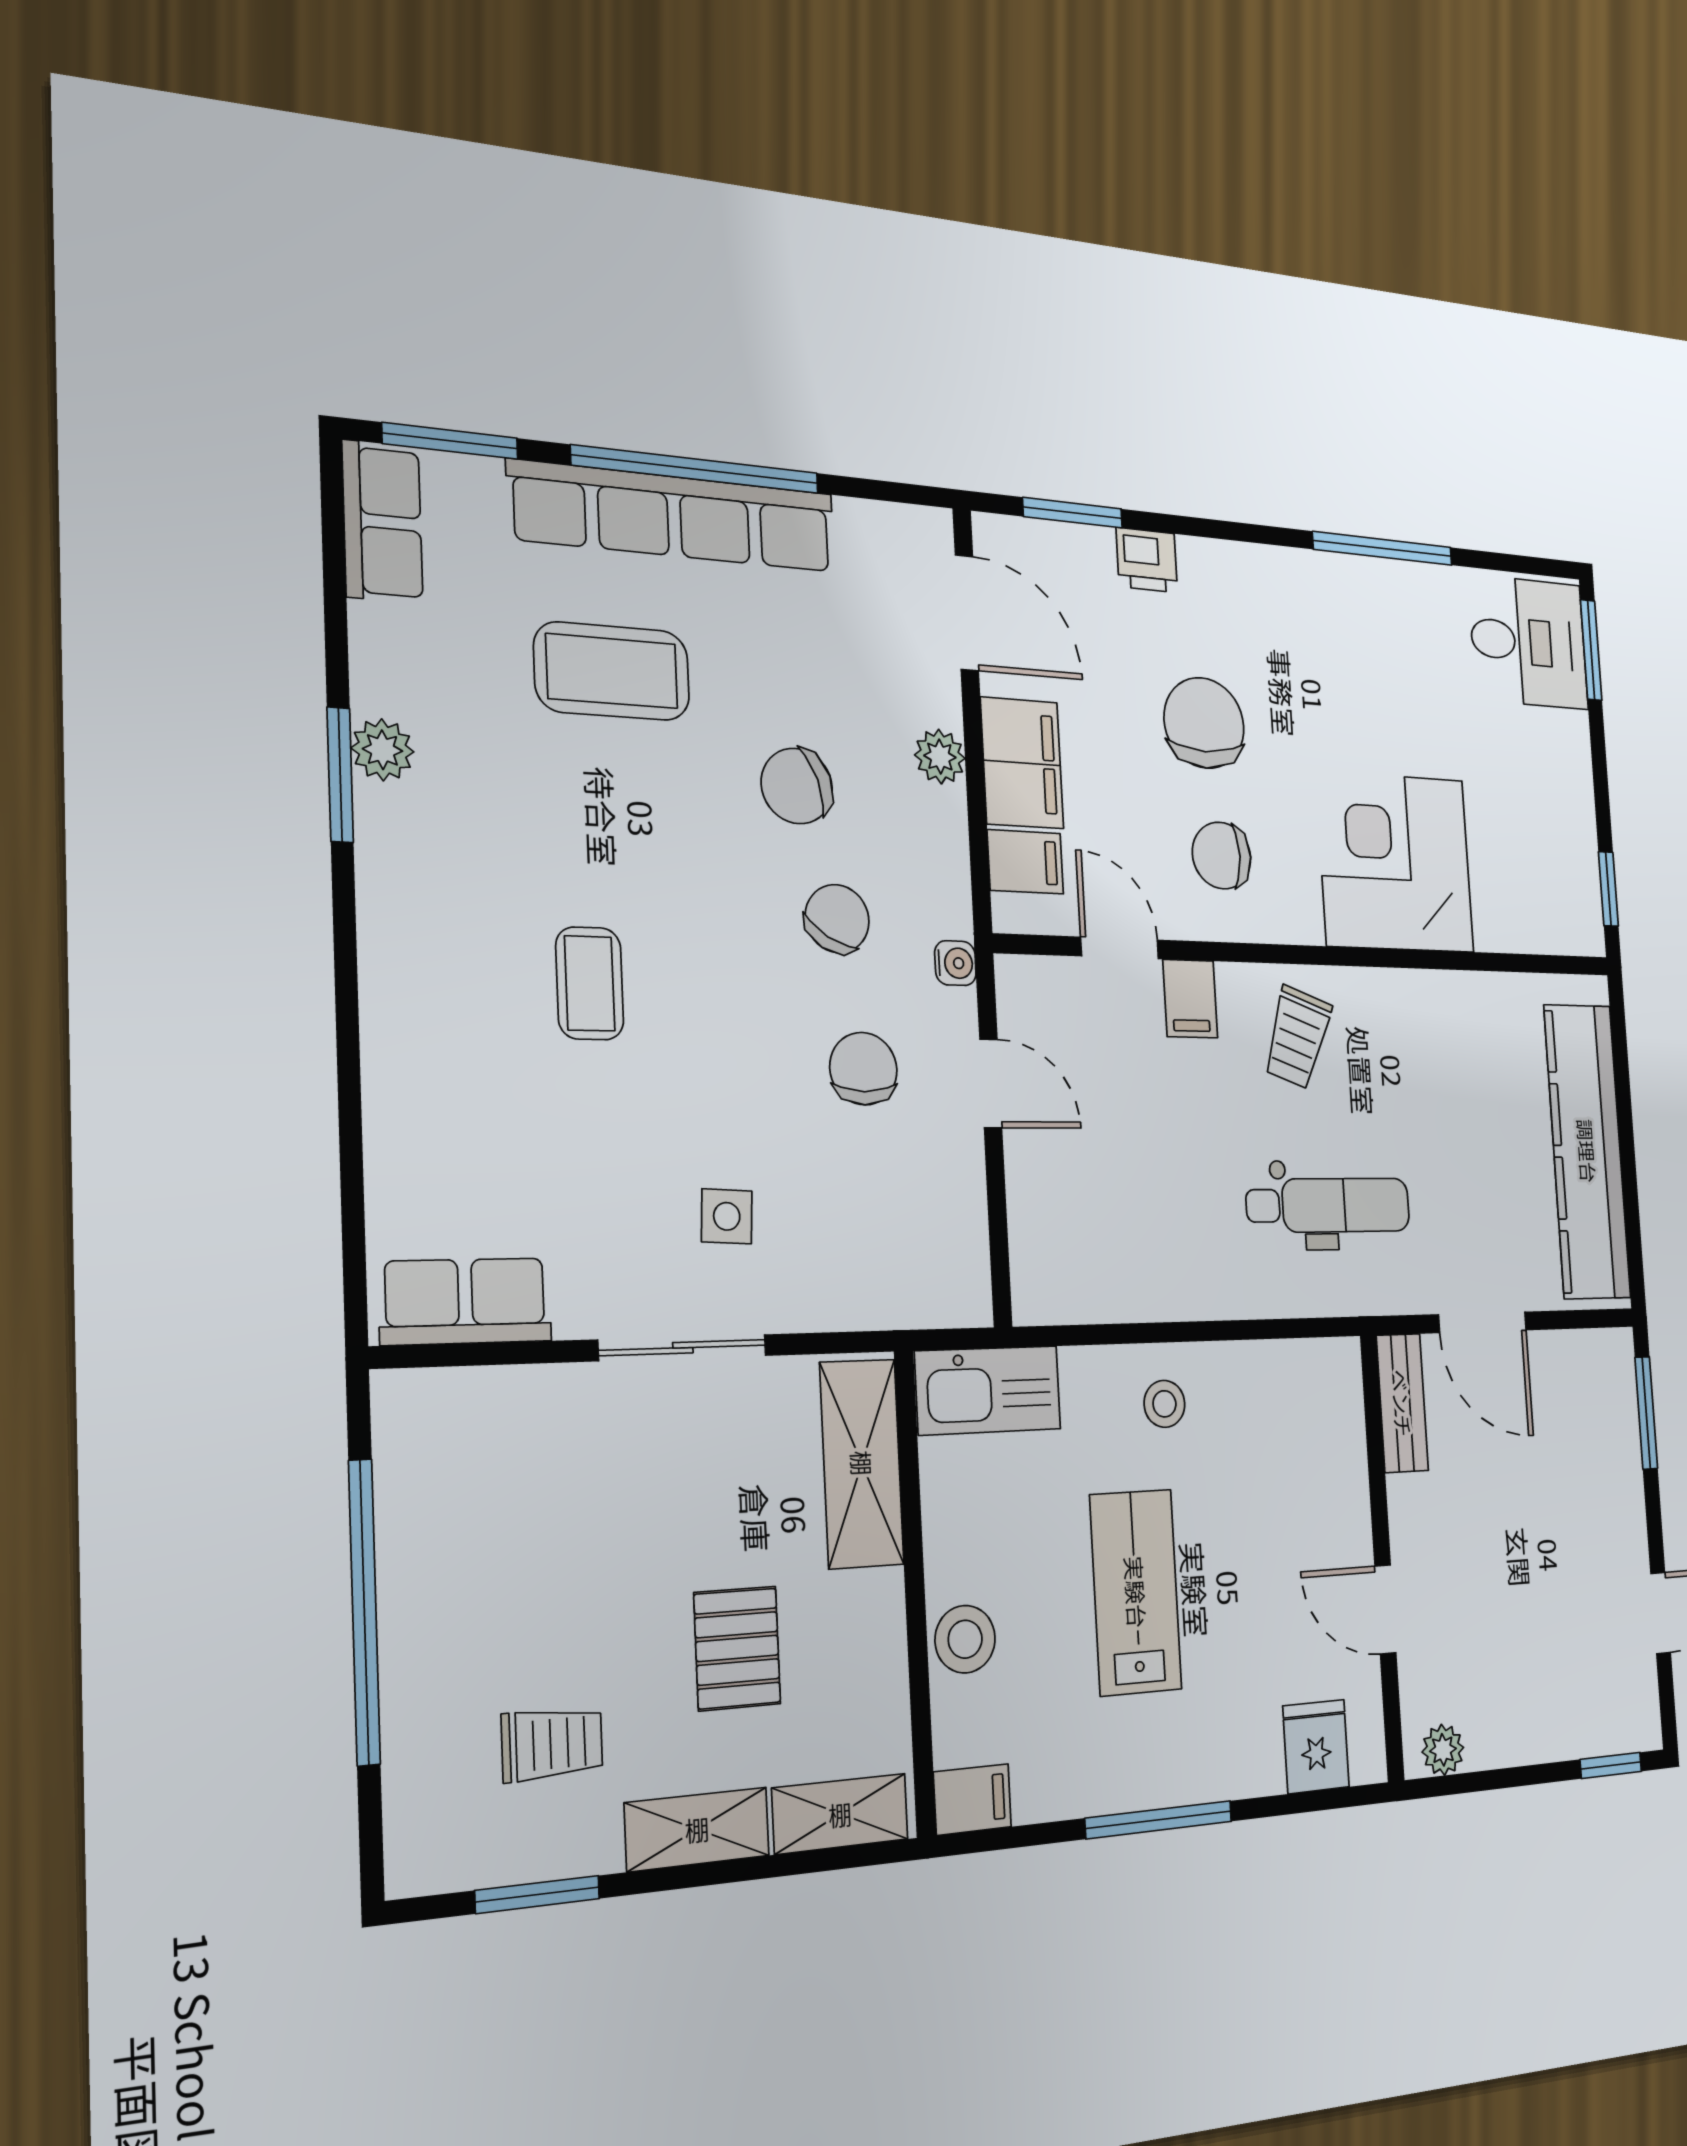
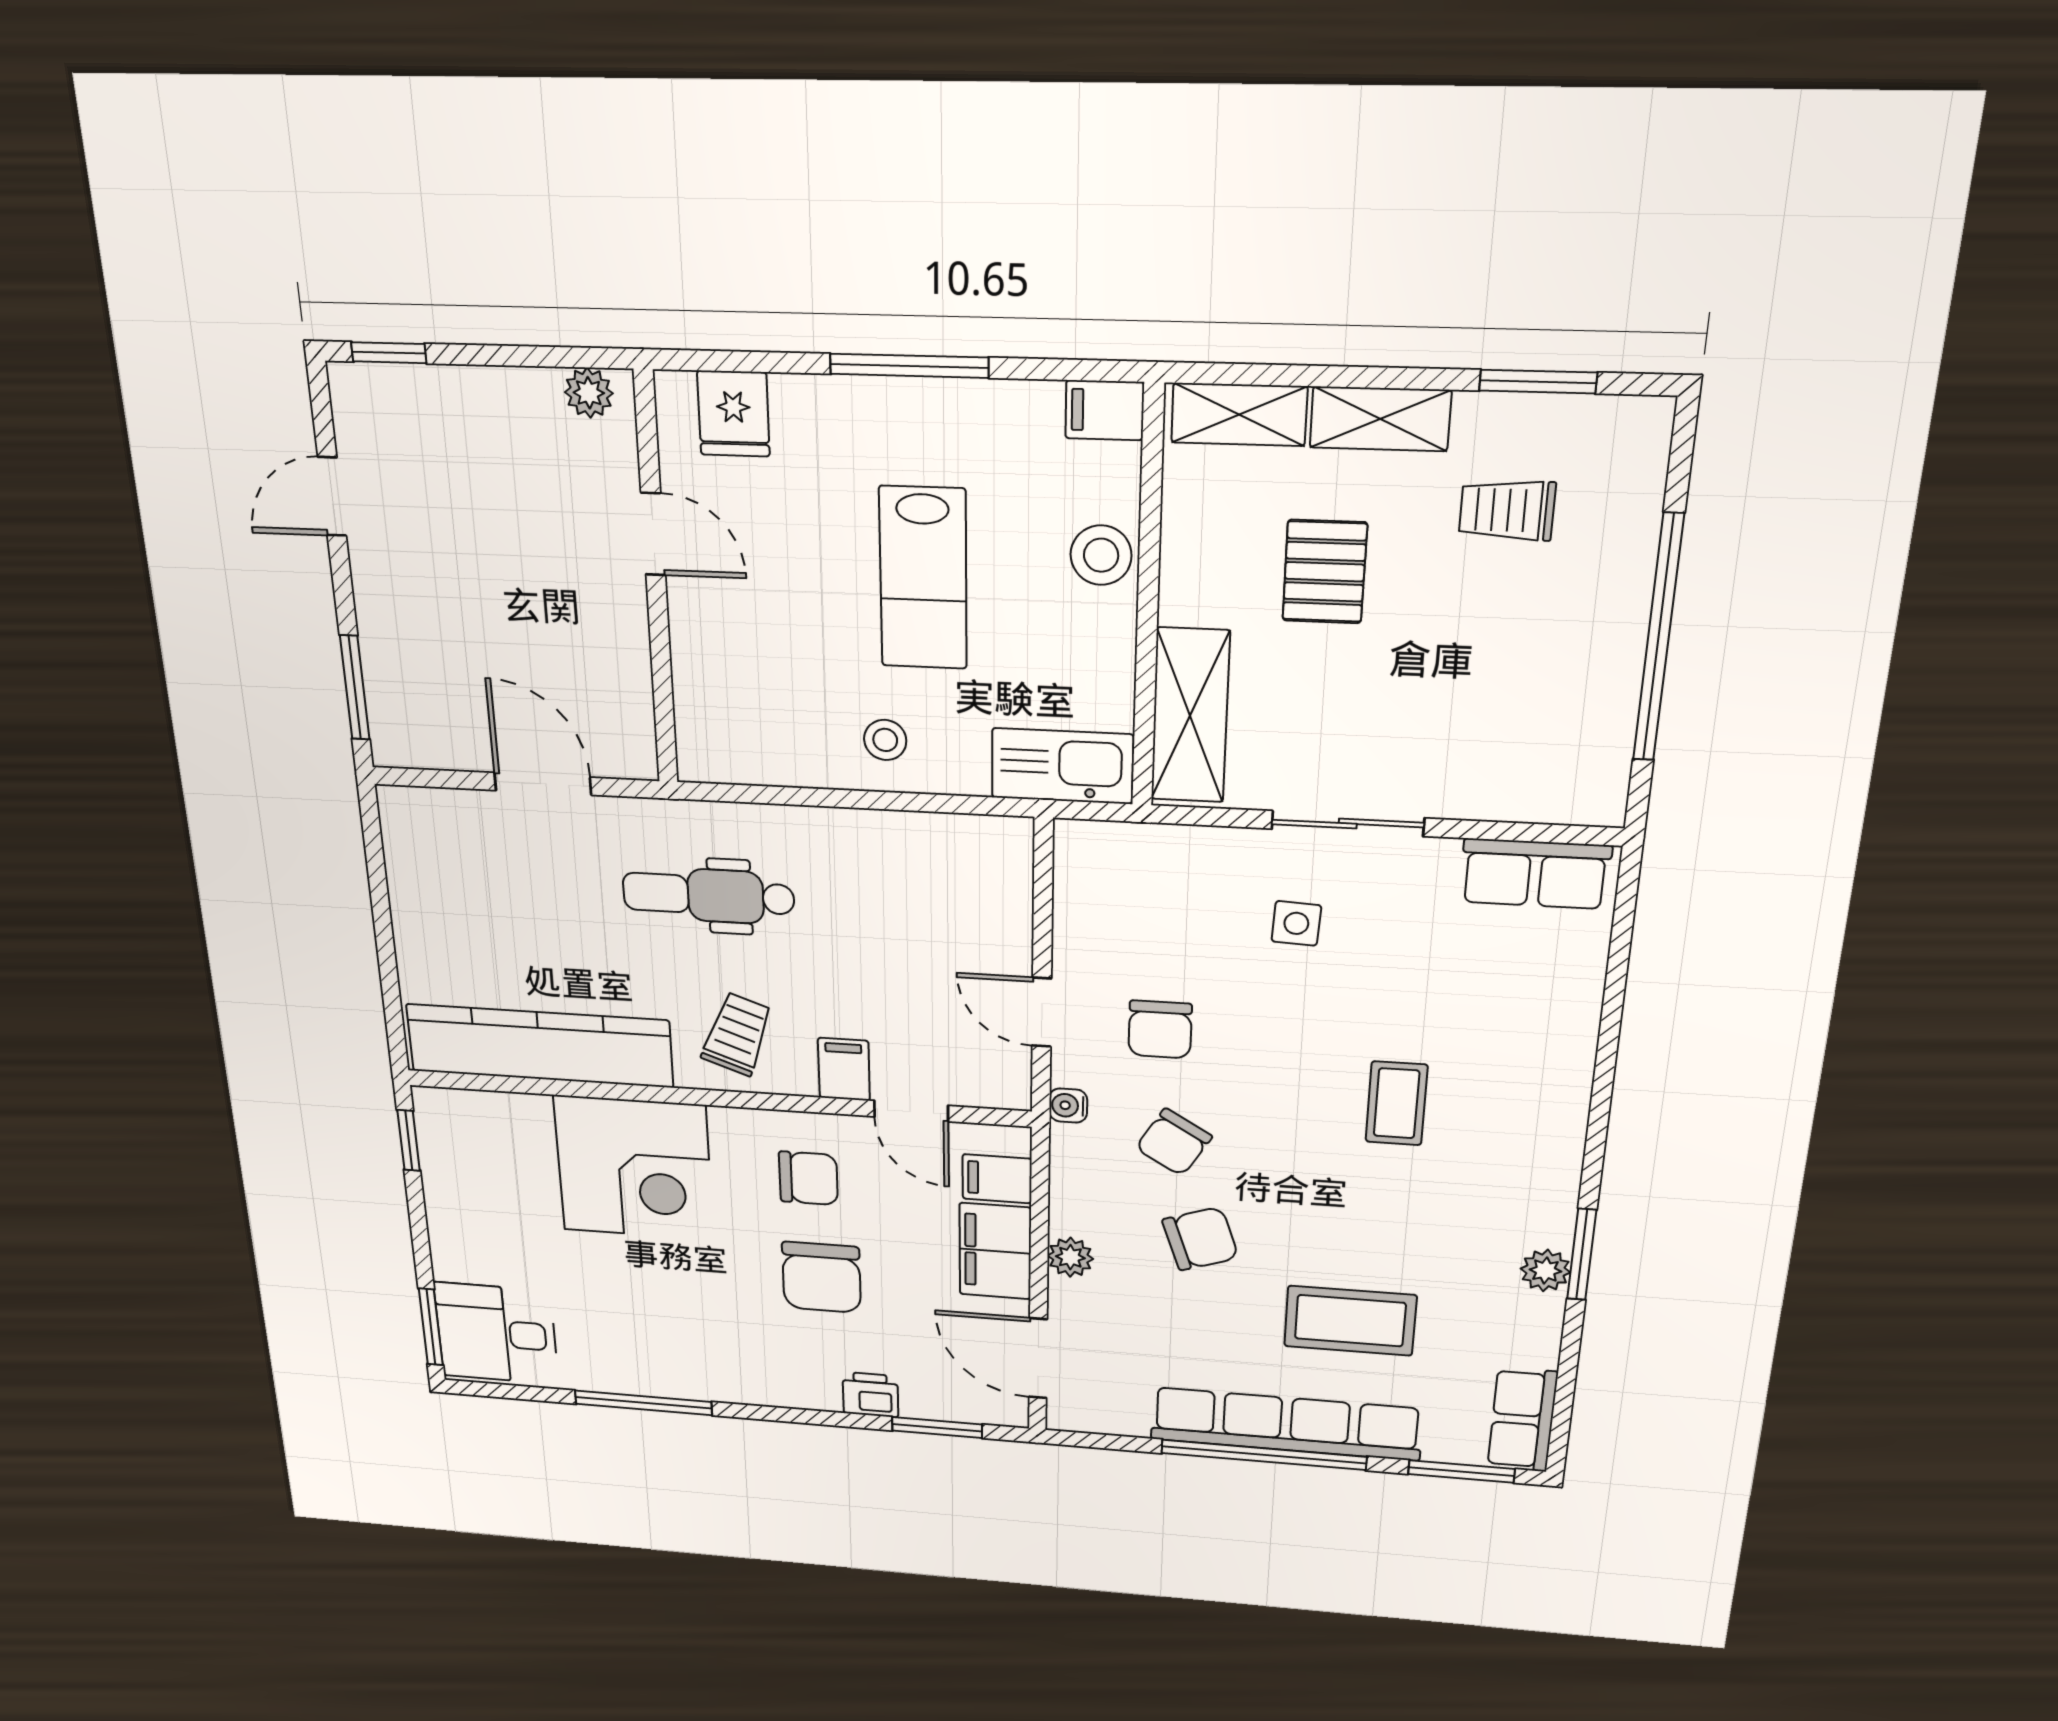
kitchen counter: (1587, 1151) -> (540, 1046), moved, turned -90
bench: (1402, 1403) -> (632, 720), removed

